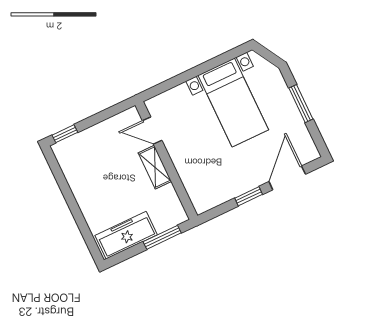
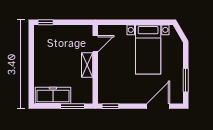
window: (301, 104) -> (186, 80), moved
door: (152, 131) -> (95, 44), swing flipped
window: (249, 196) -> (110, 106), moved

